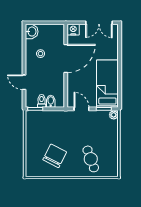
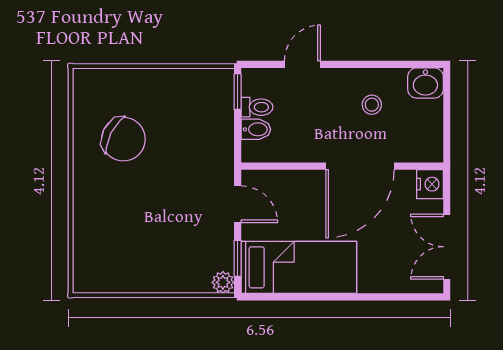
door: (66, 58) -> (360, 166), hinge flipped
door: (82, 109) -> (238, 204), hinge flipped
cafe table: (91, 159) -> (116, 227), removed

